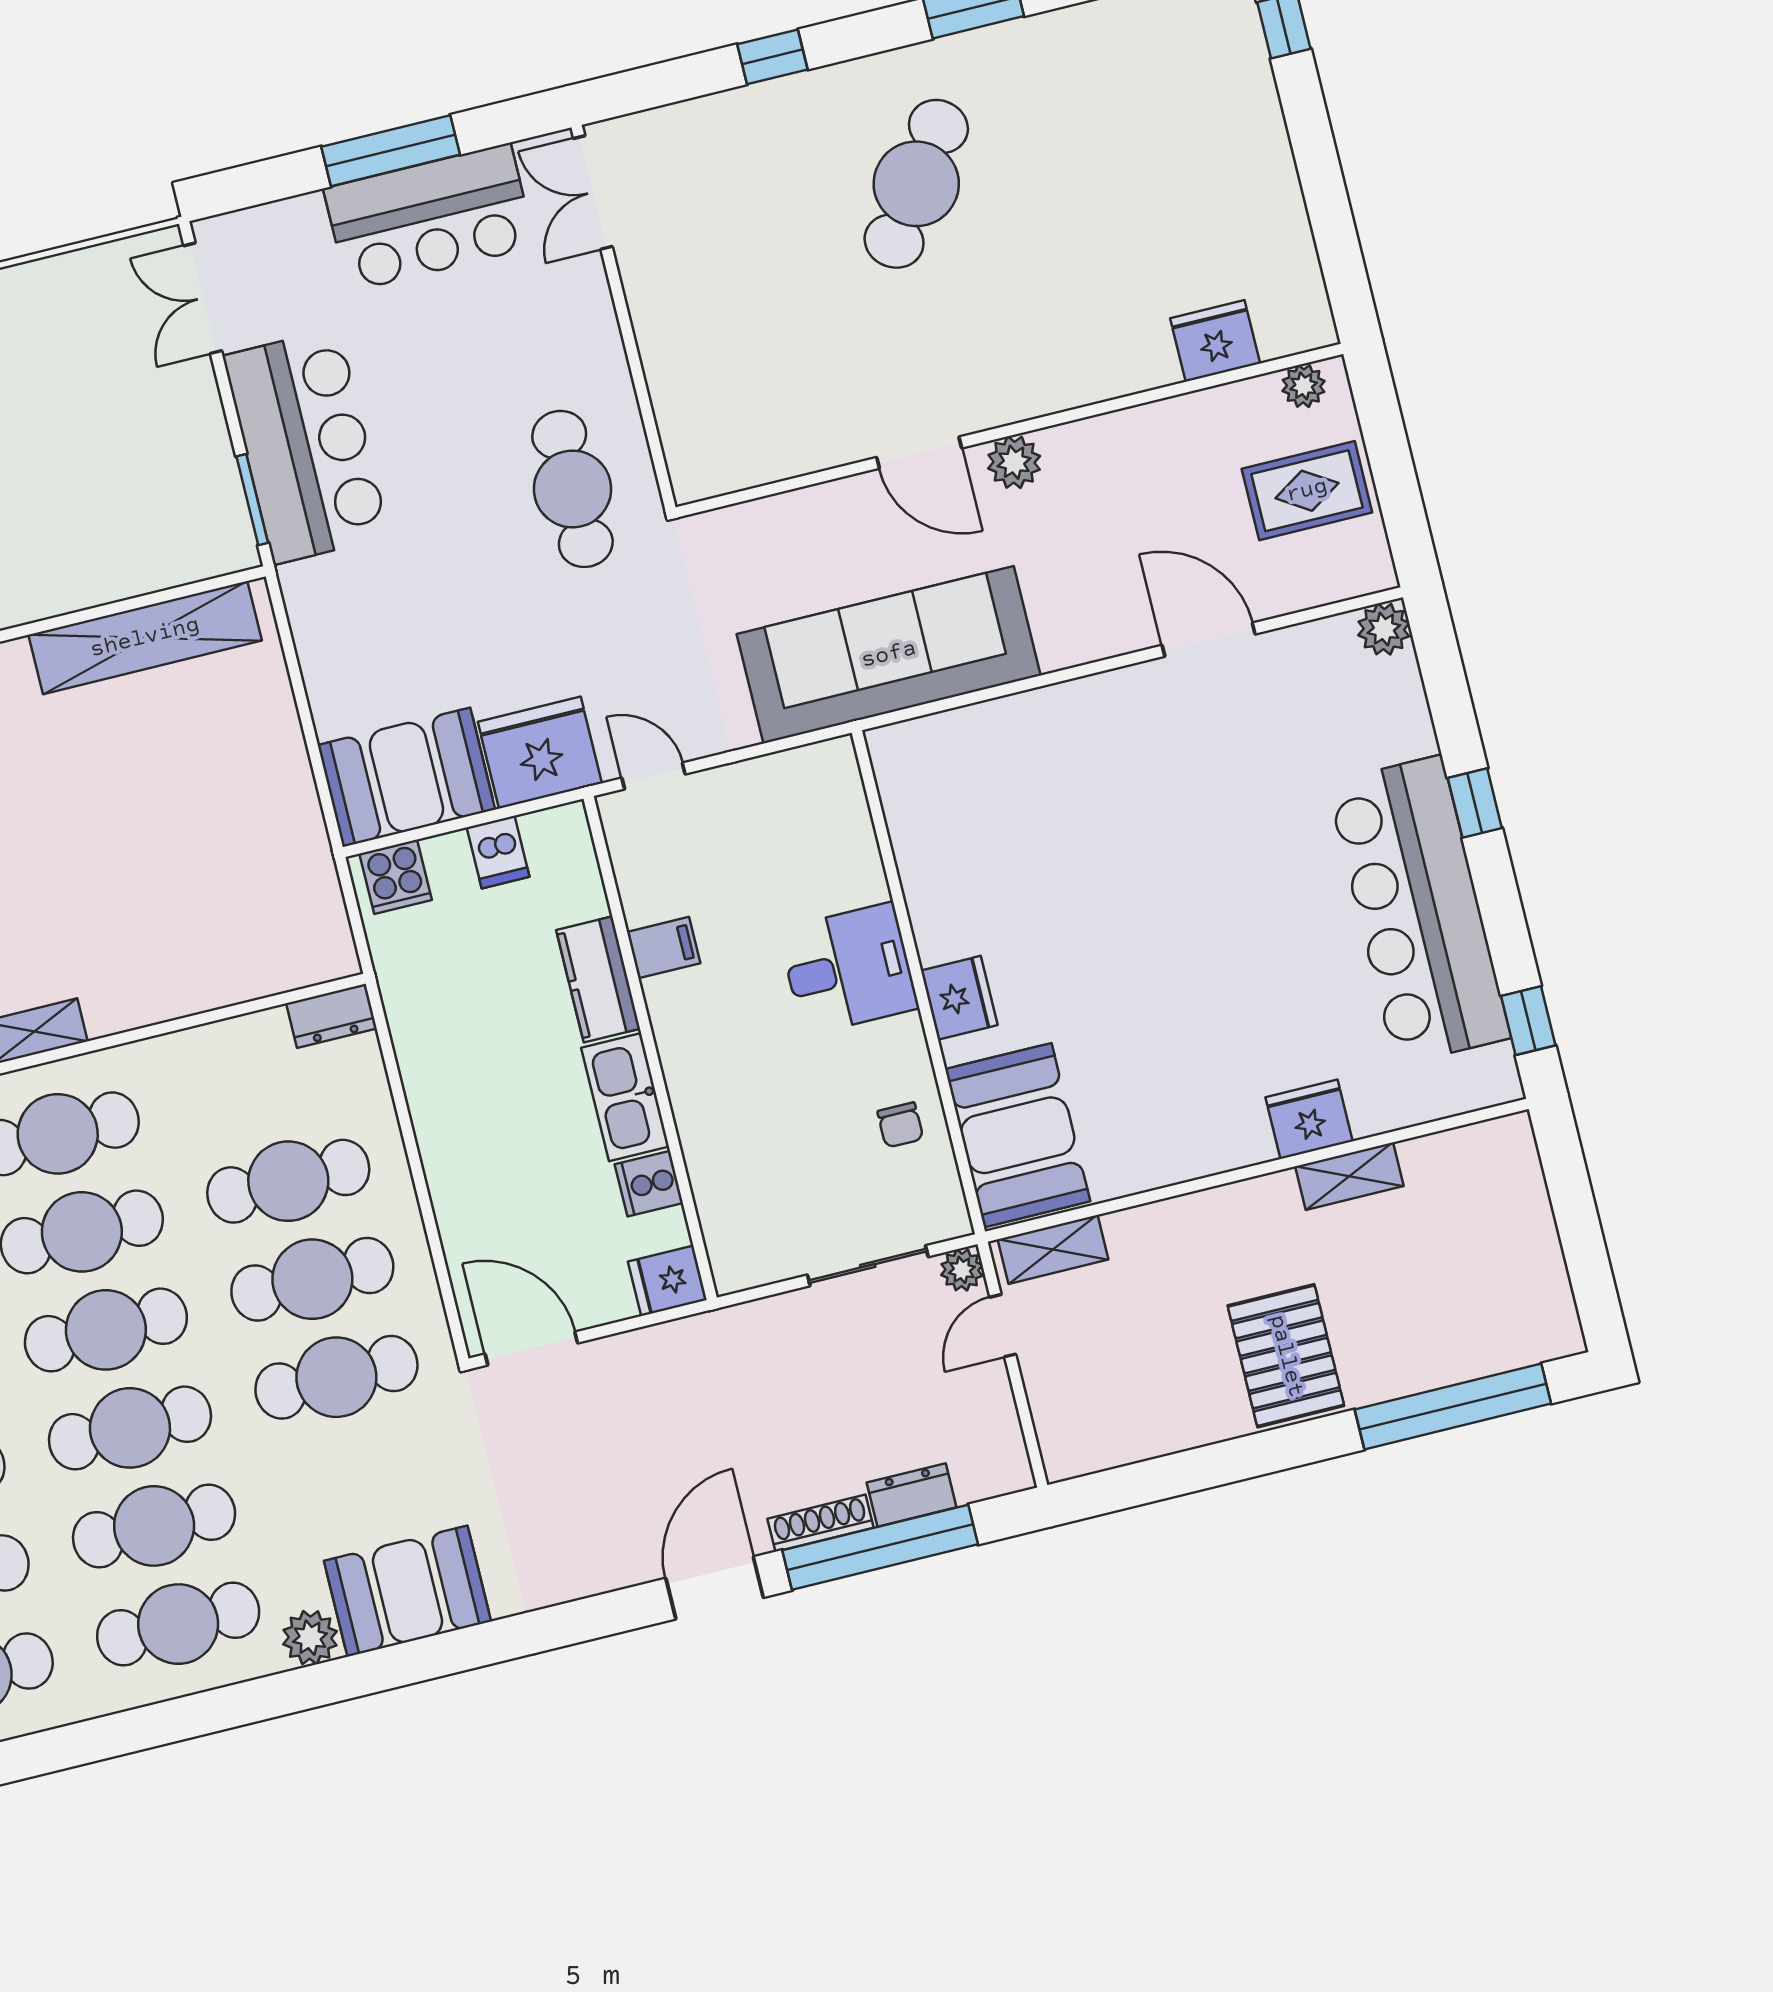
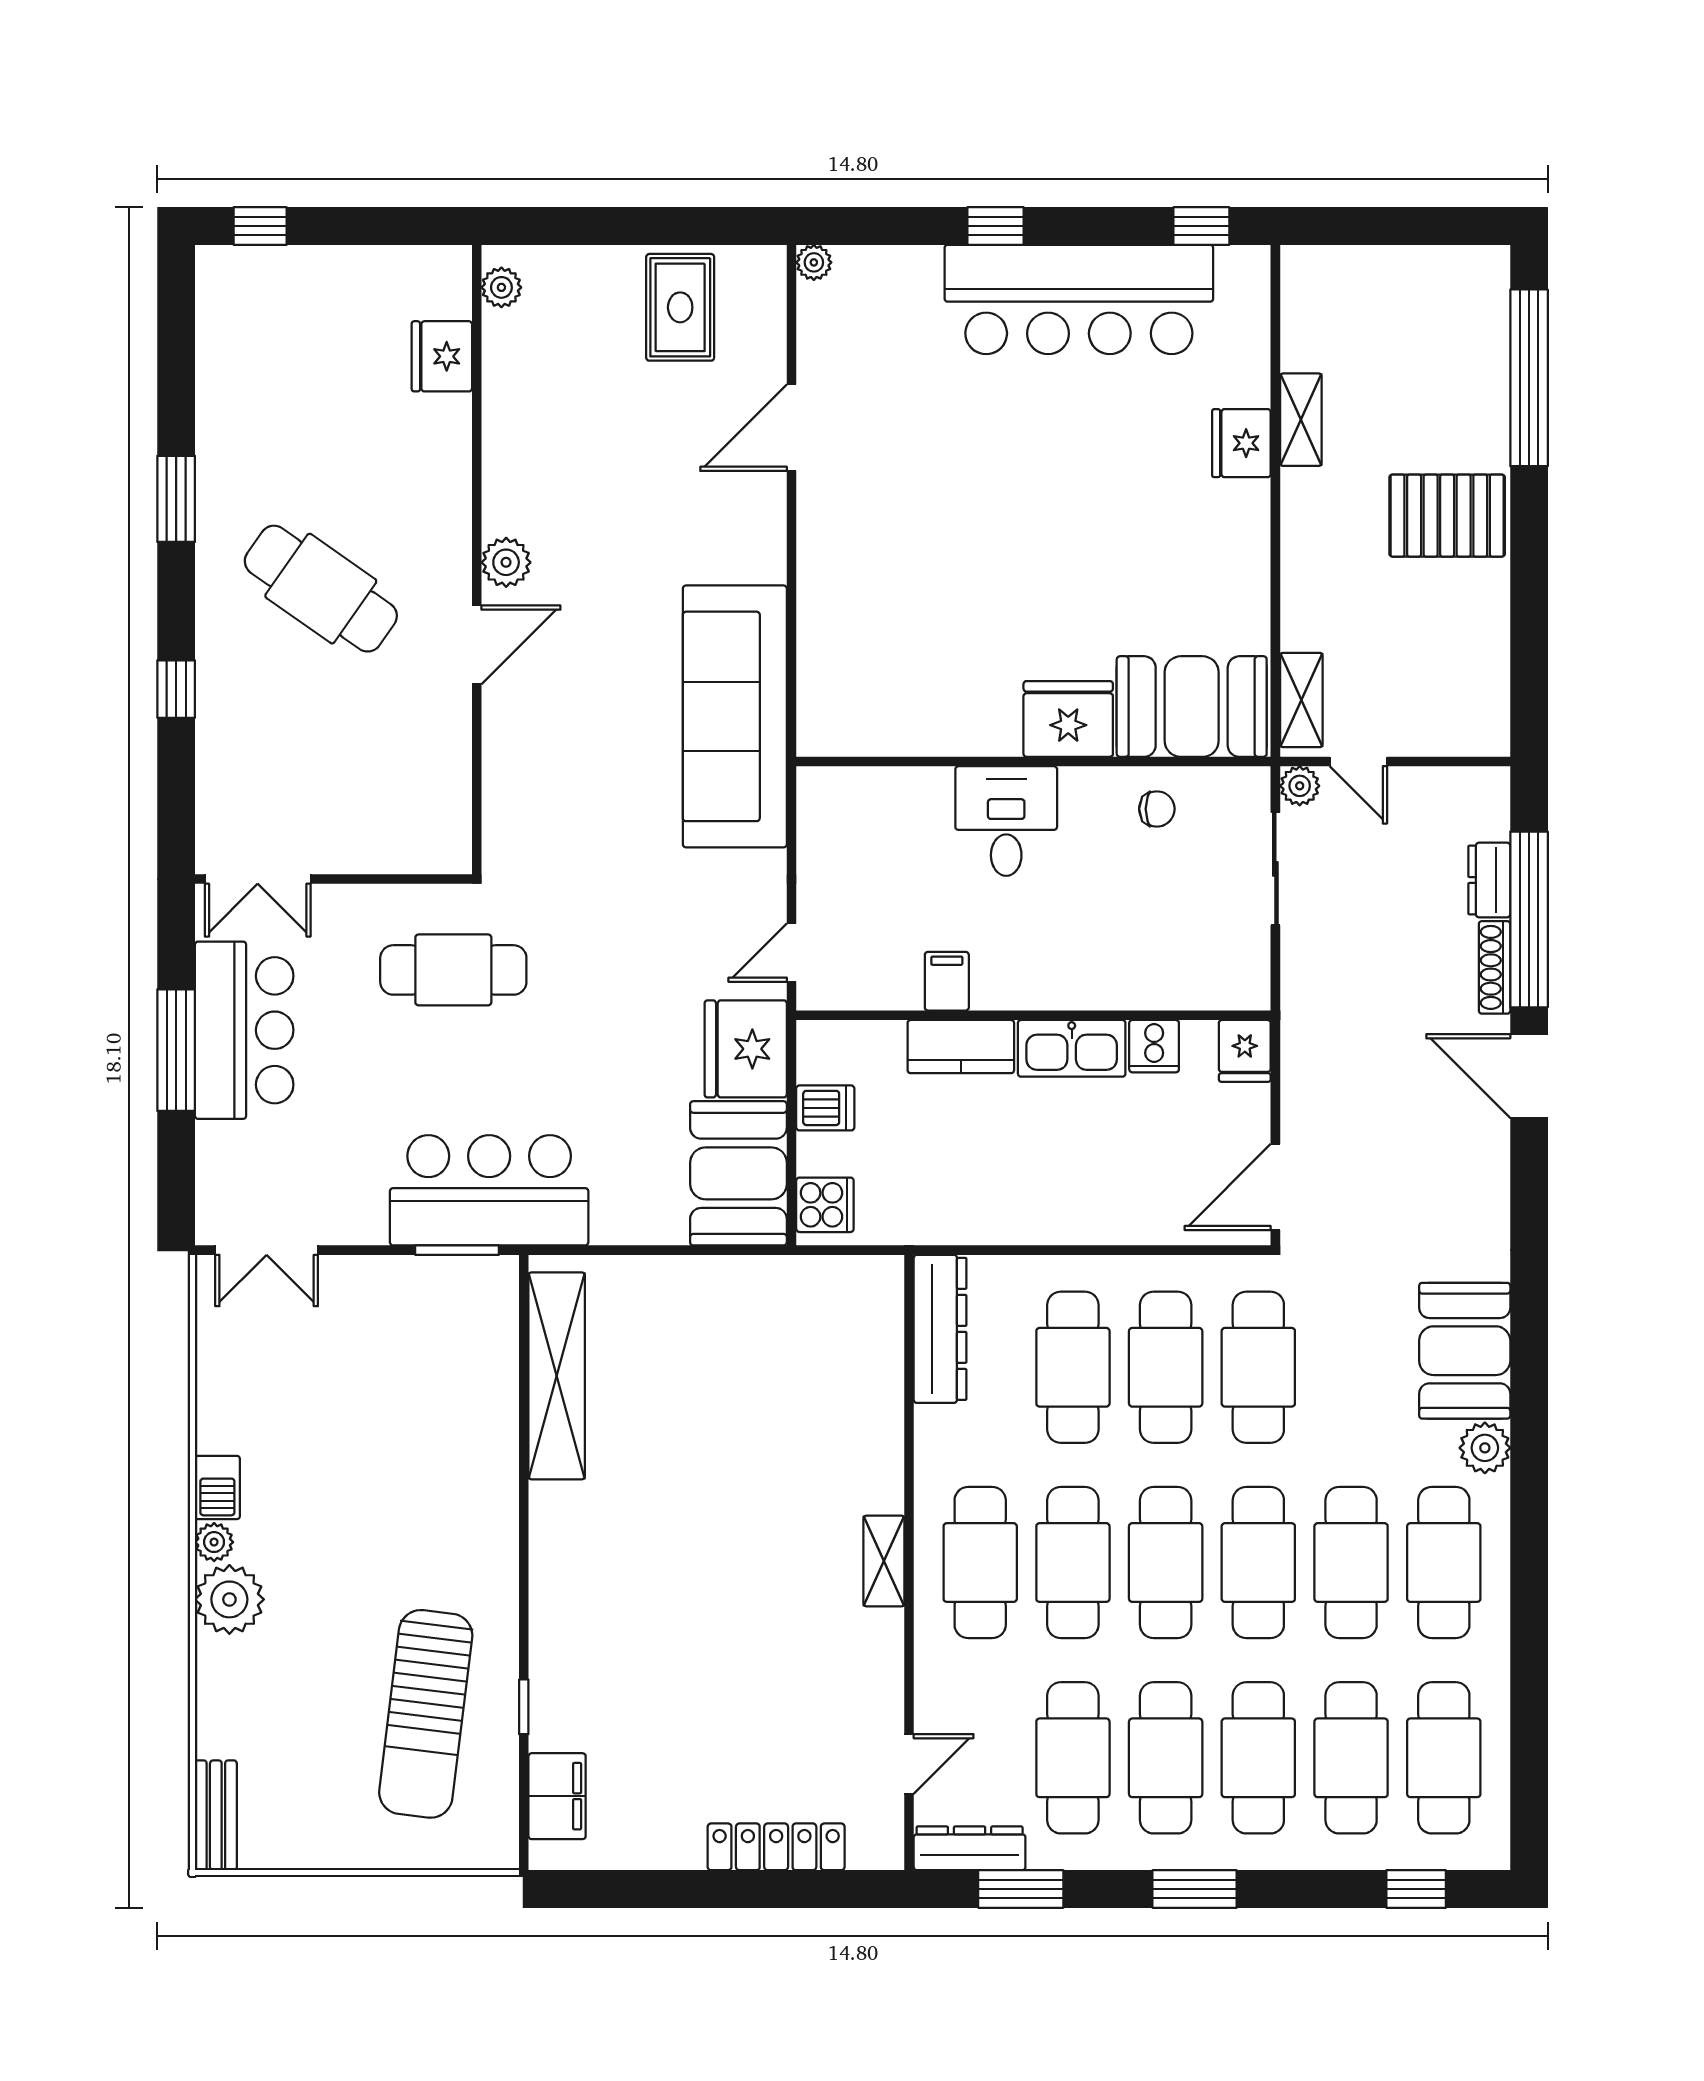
fridge: (1215, 341) -> (442, 356), moved
plant: (1304, 386) -> (501, 287), moved
wall: (1009, 431) -> (477, 560), moved
bar counter: (306, 446) -> (489, 1190), moved
door: (919, 453) -> (477, 645), moved
plant: (1014, 462) -> (506, 562), moved
cafe table: (572, 489) -> (453, 970), moved
plant: (1384, 629) -> (814, 262), width x0.73, depth x0.73
fridge: (959, 998) -> (1068, 719), width x1.36, depth x1.34
dresser: (331, 1016) -> (940, 1329), width x1.96, depth x1.24

